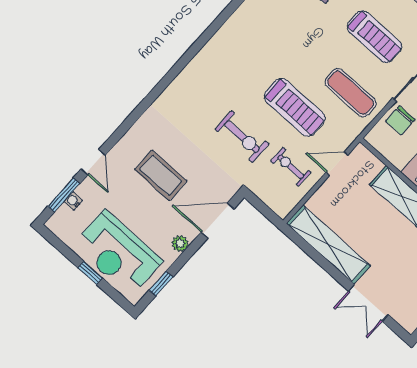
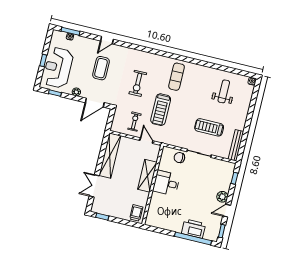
treadmill: (374, 37) -> (209, 127), turned 90
exercise mat: (351, 93) -> (177, 77), moved
exercise bike: (242, 137) -> (138, 83), moved
door: (93, 162) -> (107, 40), moved
door: (218, 220) -> (95, 103), swing flipped

